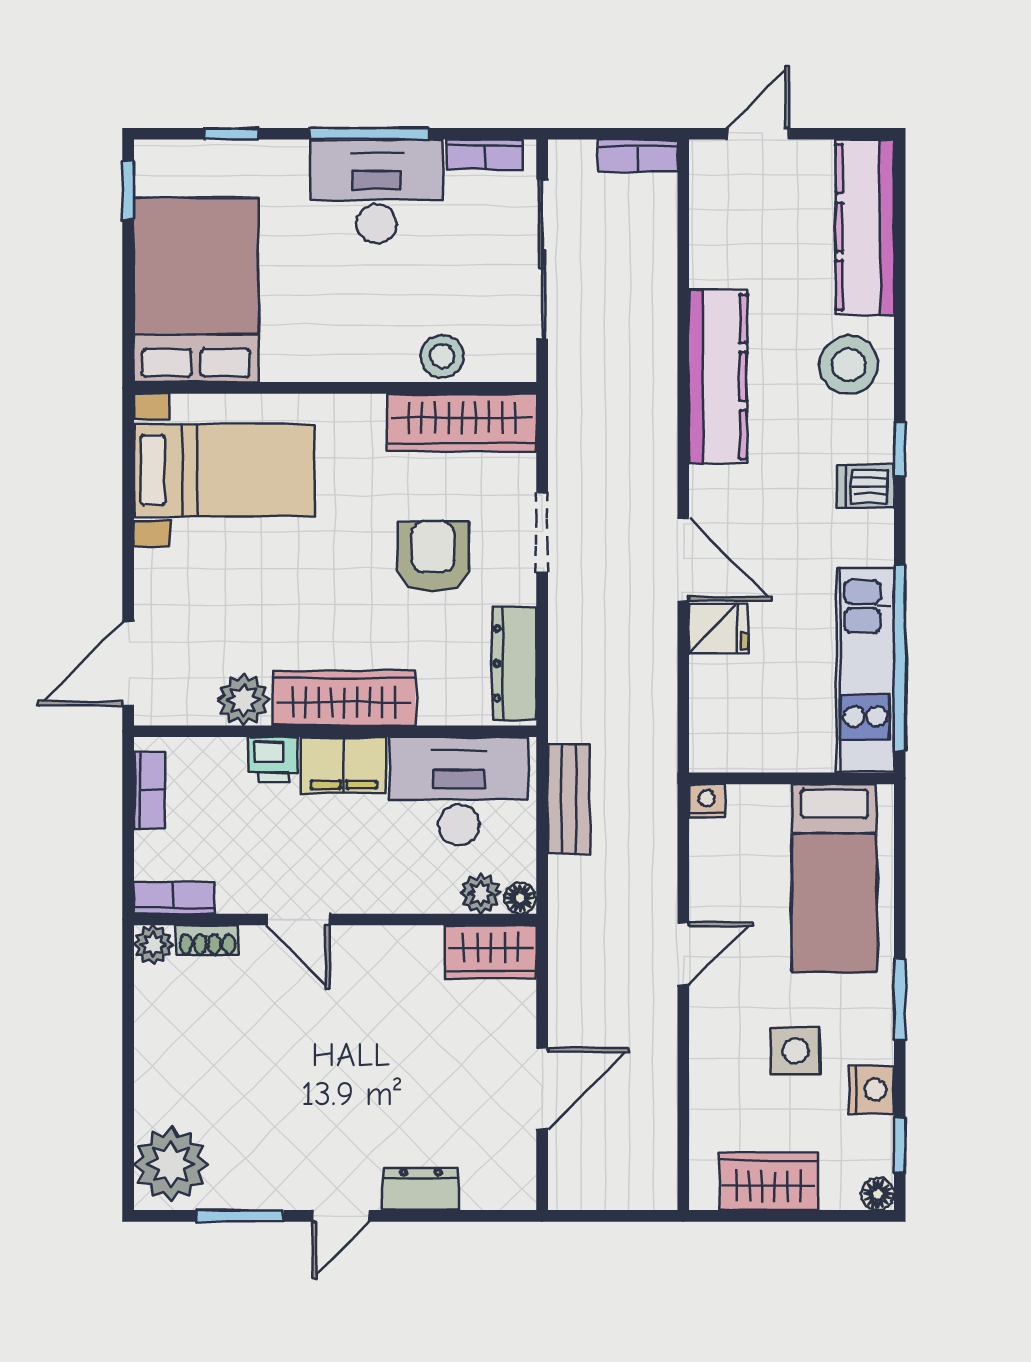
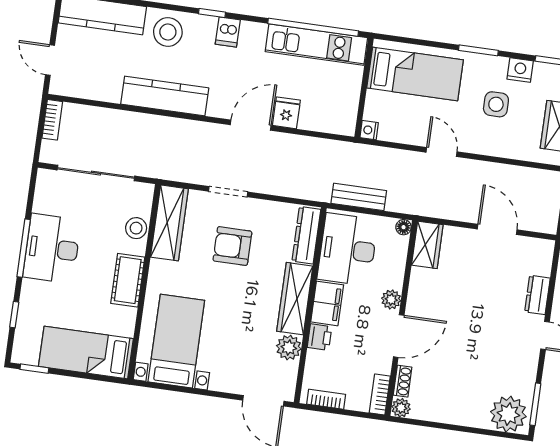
bookcase: (485, 155) -> (41, 194), removed
bed: (196, 290) -> (86, 353), width x0.67
cot: (334, 354) -> (128, 280), added
dresser: (514, 663) -> (306, 235), moved, turned 90
plant: (481, 894) -> (391, 300), moved
door: (298, 919) -> (399, 336), width x1.37
window: (240, 1216) -> (535, 404), moved

